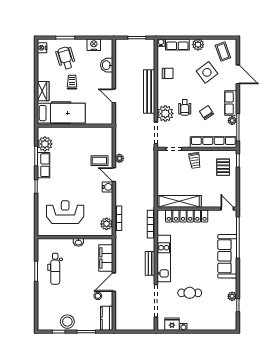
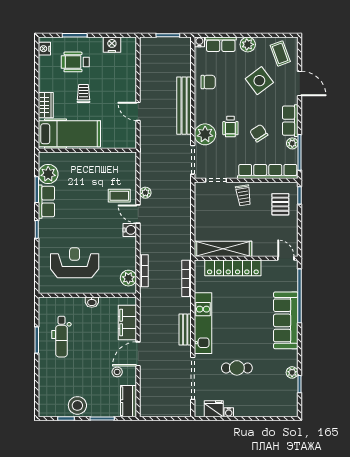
wheelchair: (66, 58) -> (75, 62), turned -73
washbasin: (107, 65) -> (129, 71), removed

